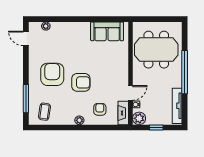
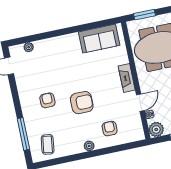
window: (150, 19) -> (145, 15), added
armchair: (52, 74) -> (47, 100), width x0.53, depth x0.53
fireplace: (123, 113) -> (127, 78), moved

